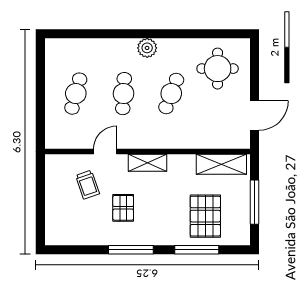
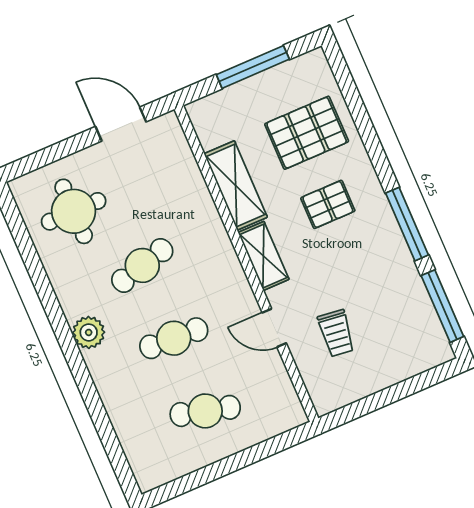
cafe table: (171, 94) -> (142, 265), turned -36
shelving: (221, 164) -> (236, 186), moved
trolley: (87, 185) -> (336, 333), turned 116
pallet: (123, 208) -> (328, 204), moved
window: (197, 250) -> (442, 306), moved

